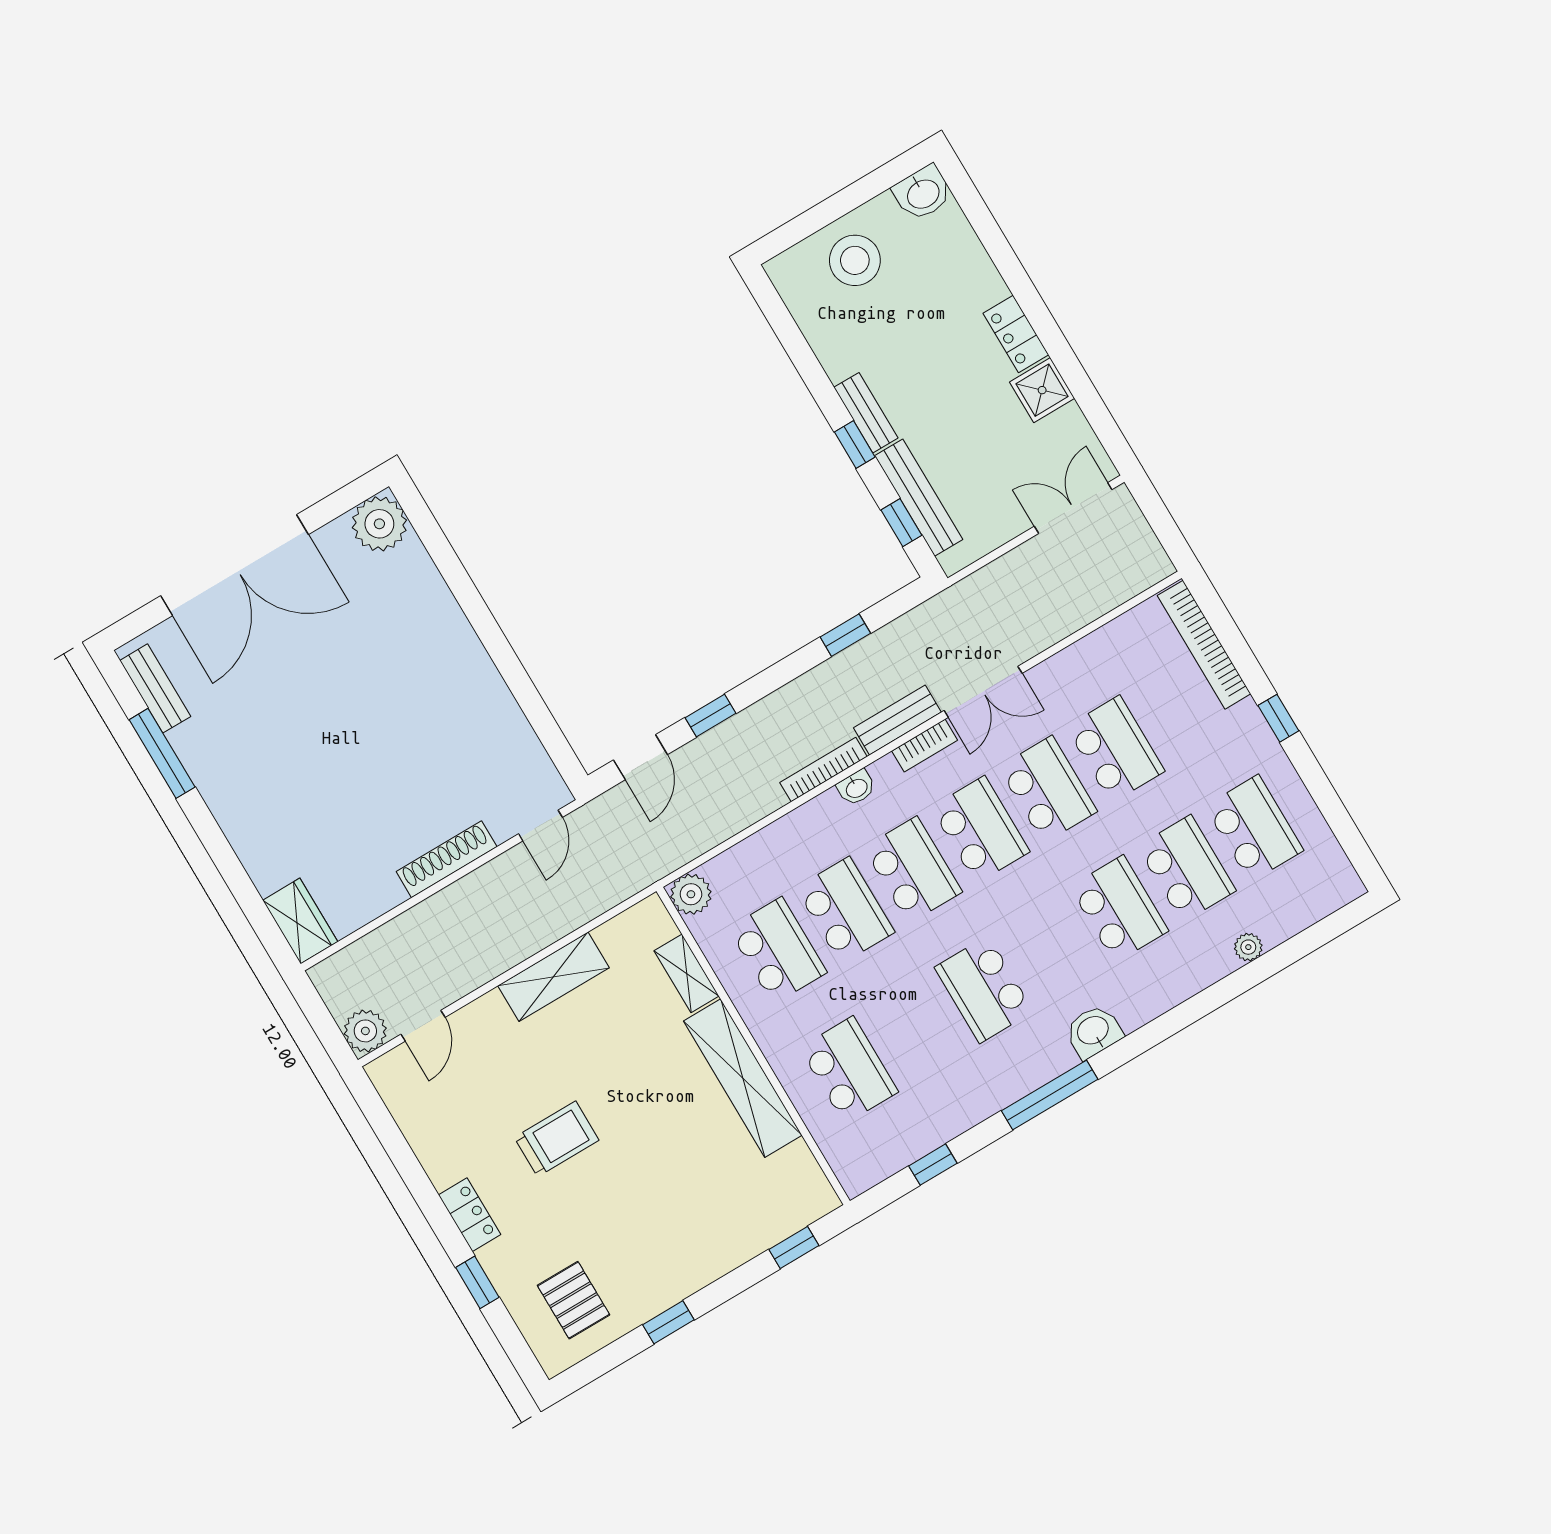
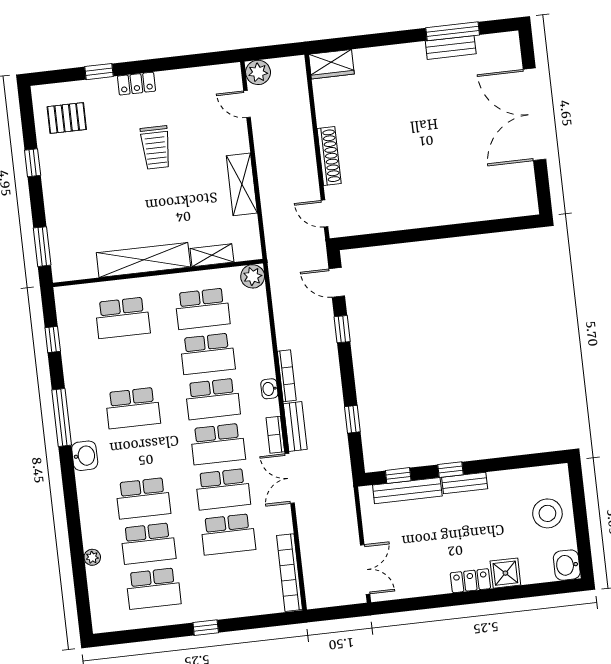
shower: (1042, 390) -> (505, 573), moved
plant: (379, 524) -> (522, 200), removed
bookcase: (1204, 645) -> (290, 573), moved, turned -90
bench: (155, 688) -> (451, 47), moved
school desk: (984, 989) -> (133, 408), turned 180
window: (794, 1247) -> (42, 247), width x1.50

